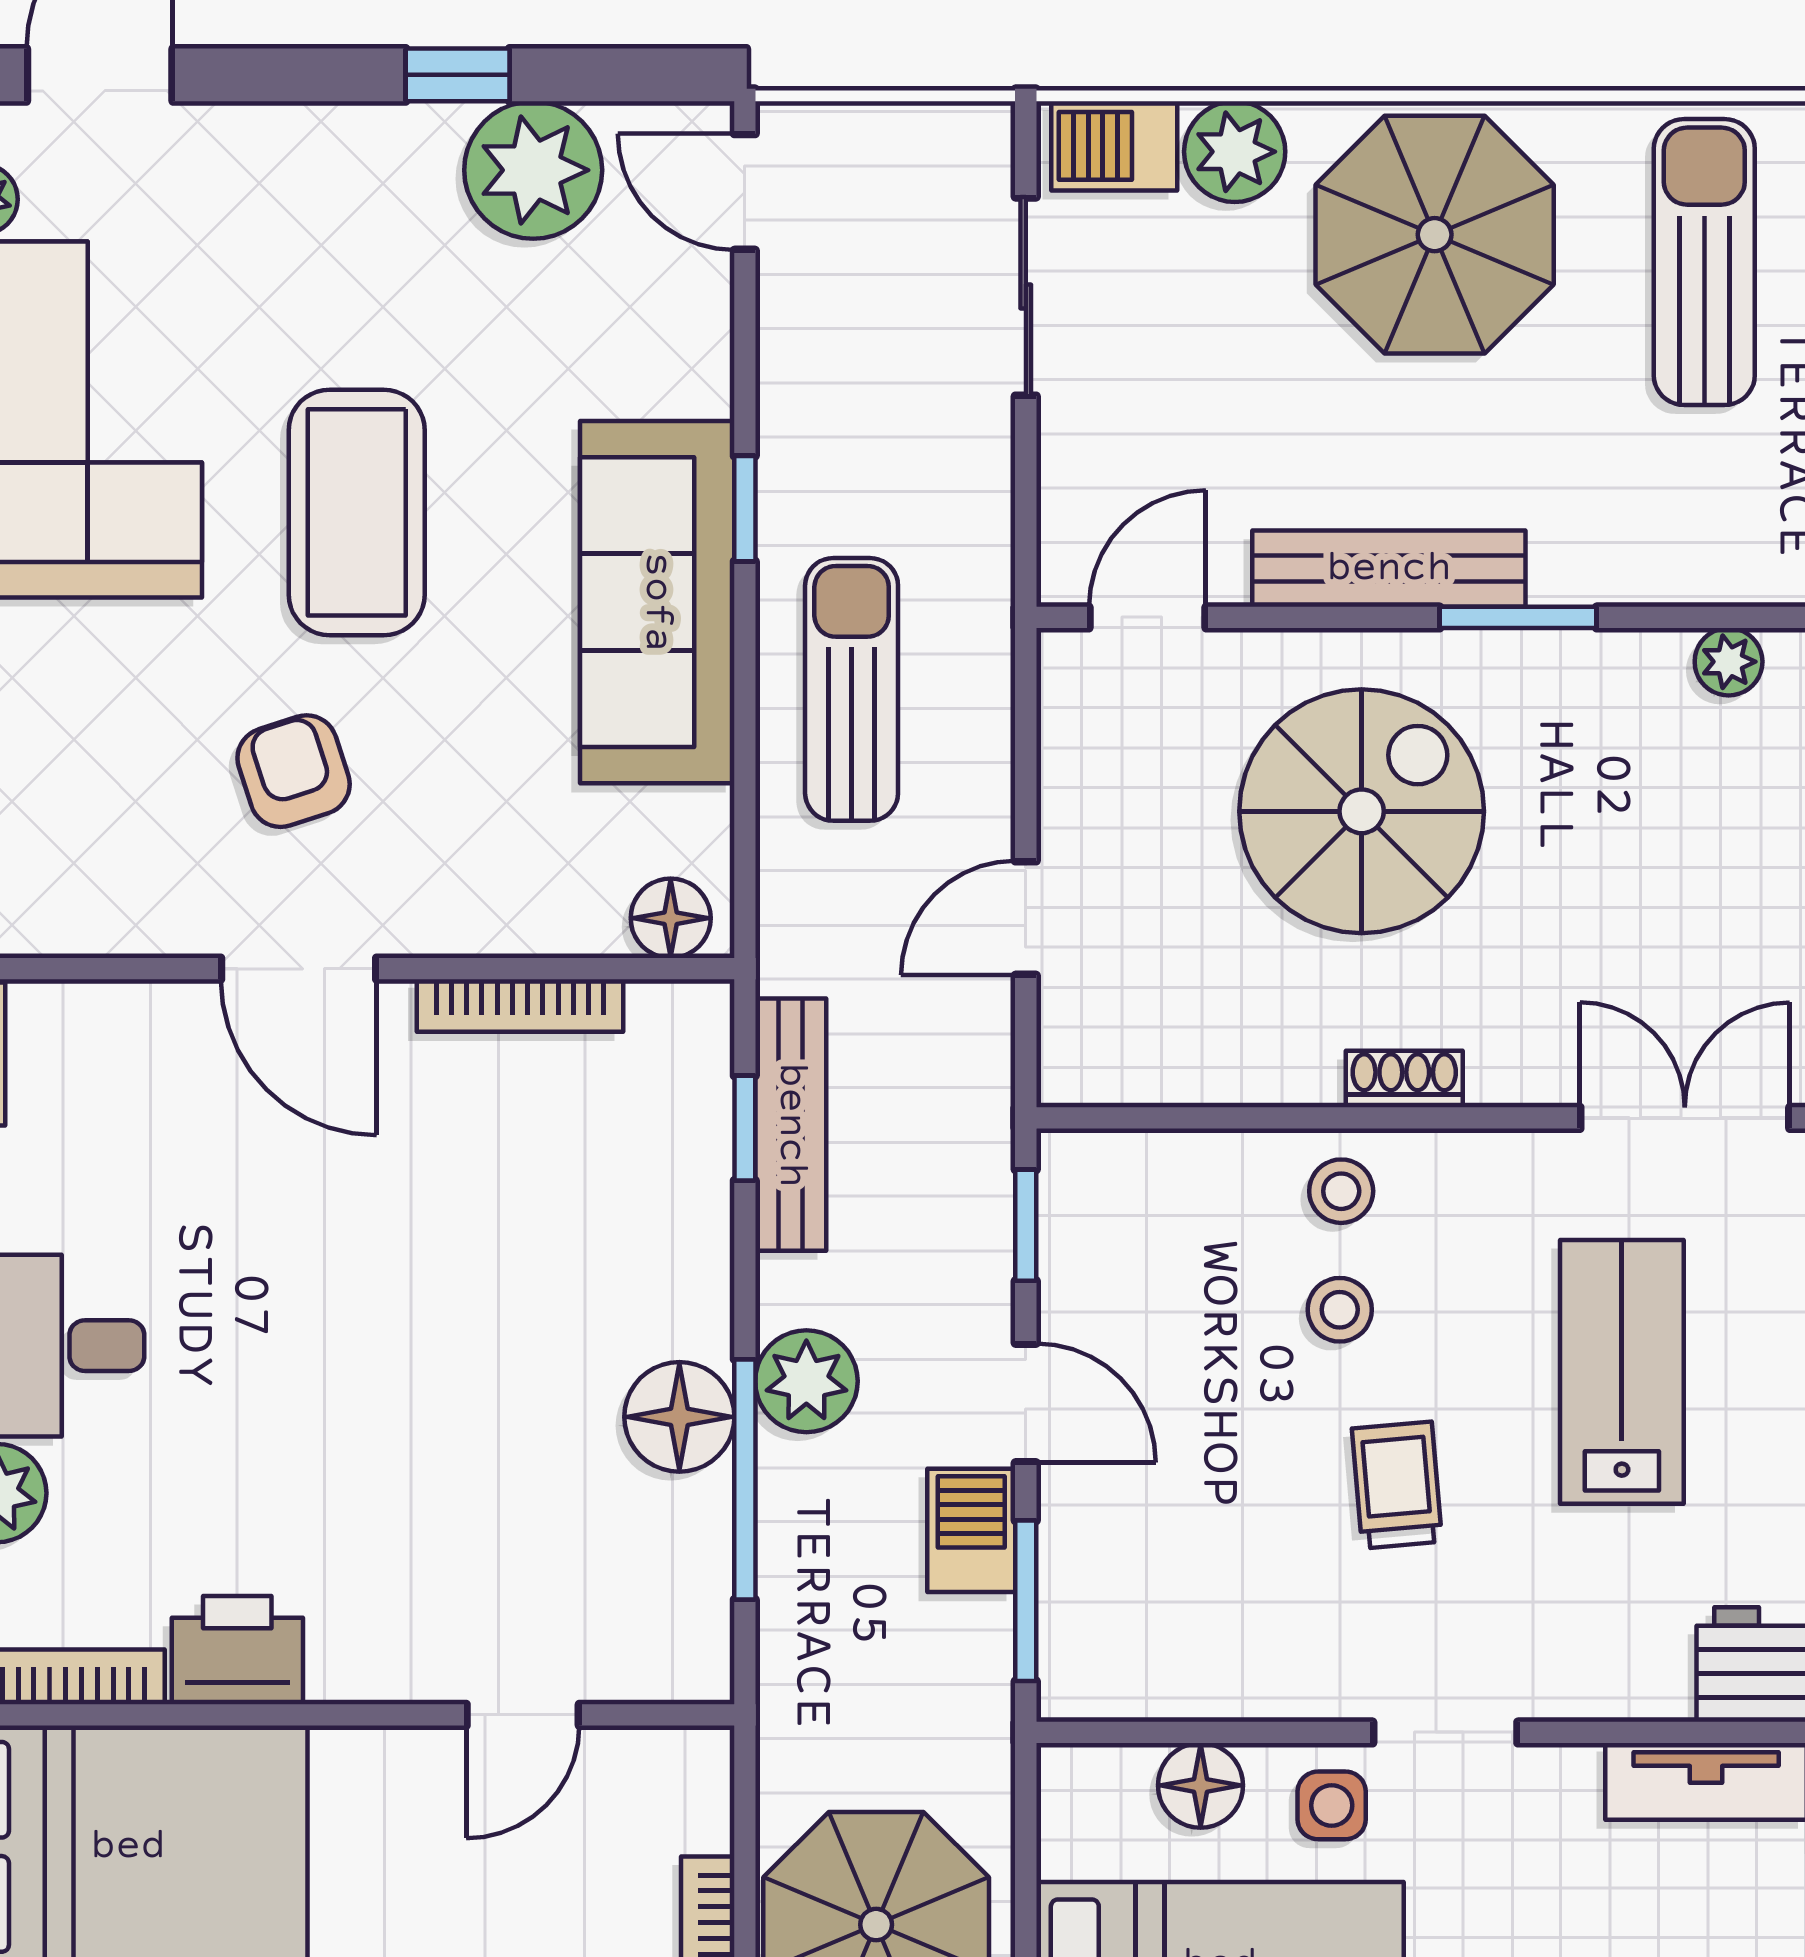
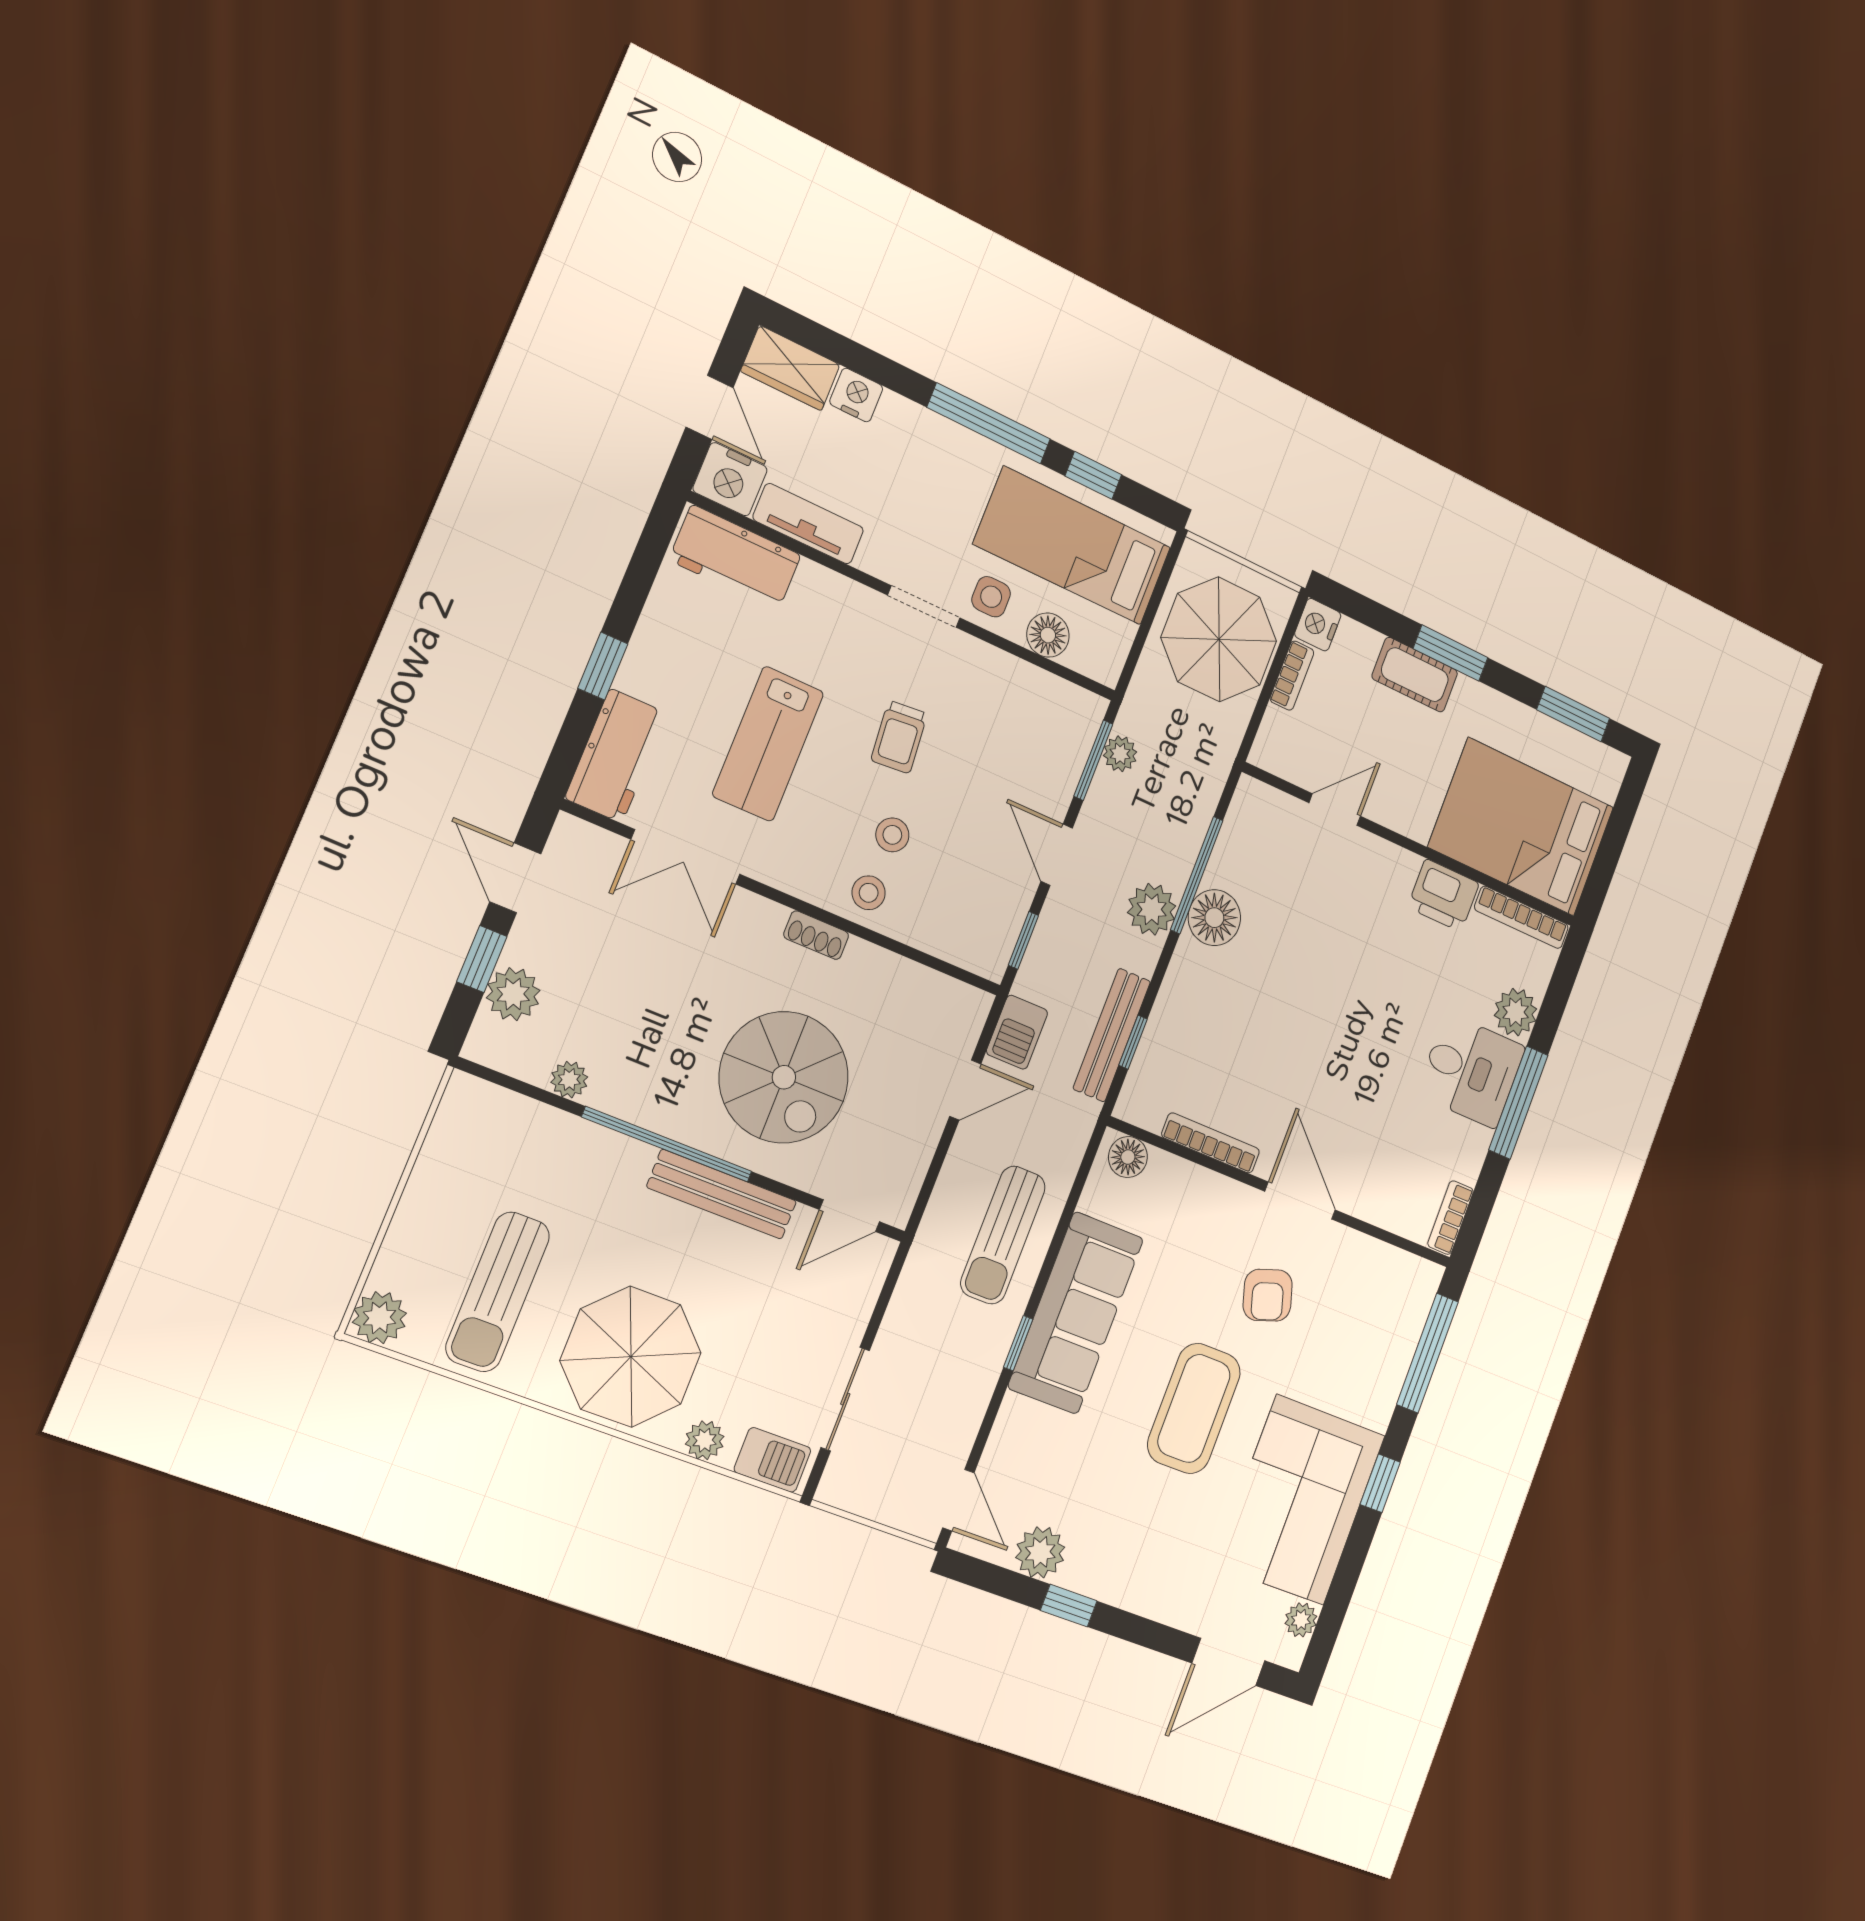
plant: (1235, 152) -> (705, 1440), width x0.73, depth x0.73
plant: (533, 170) -> (1040, 1552), width x0.73, depth x0.73
window: (1518, 617) -> (667, 1144), width x2.11
spiral stairs: (1362, 811) -> (784, 1077), turned -90
barbecue: (971, 1530) -> (1017, 1032), moved
plant: (980, 1634) -> (1120, 754), added

